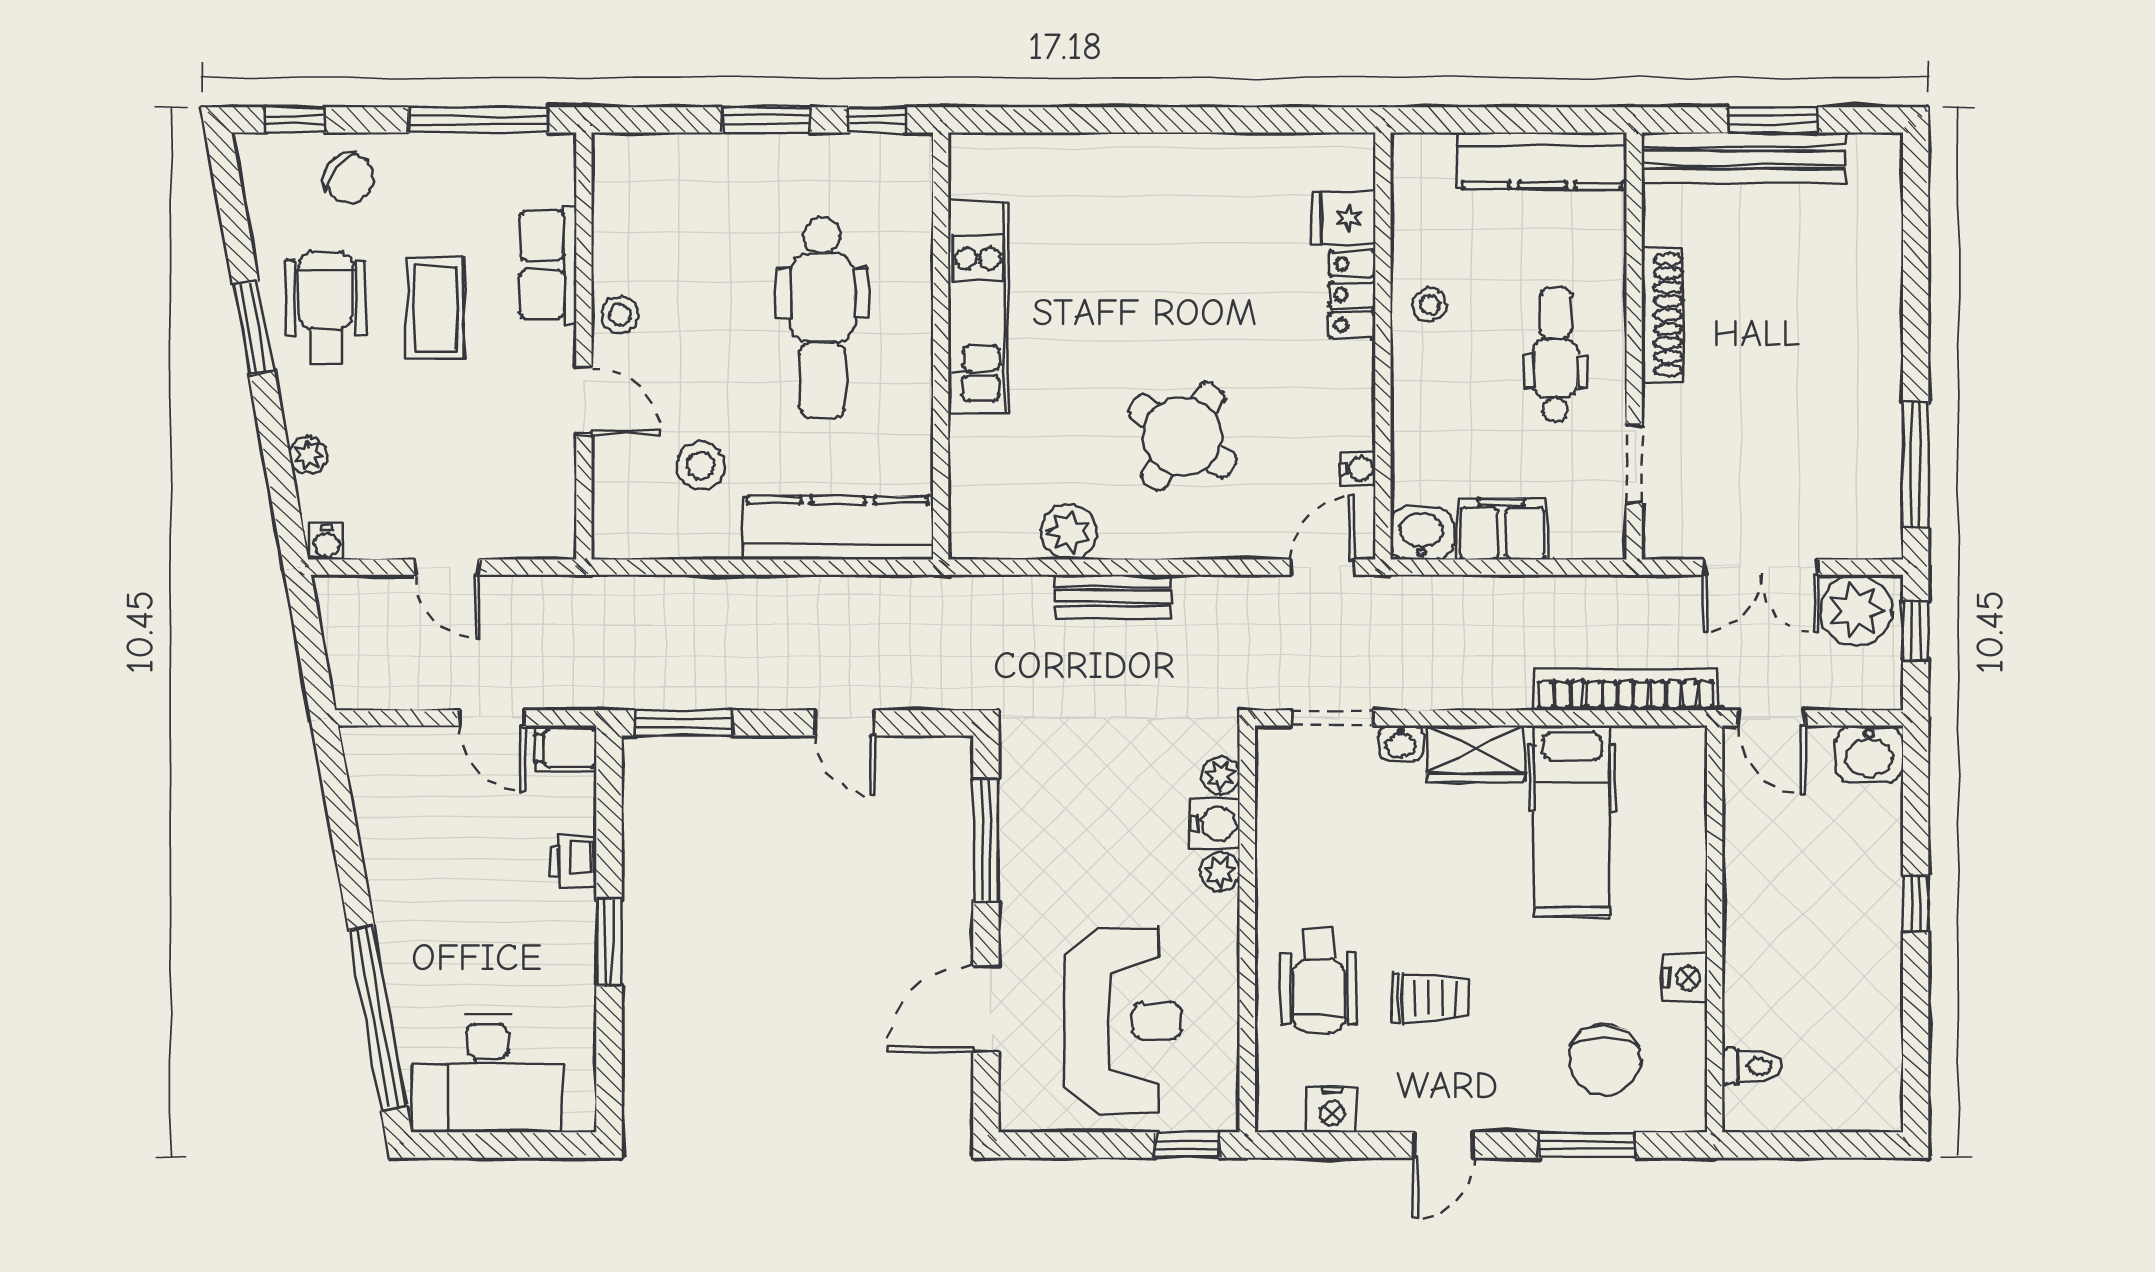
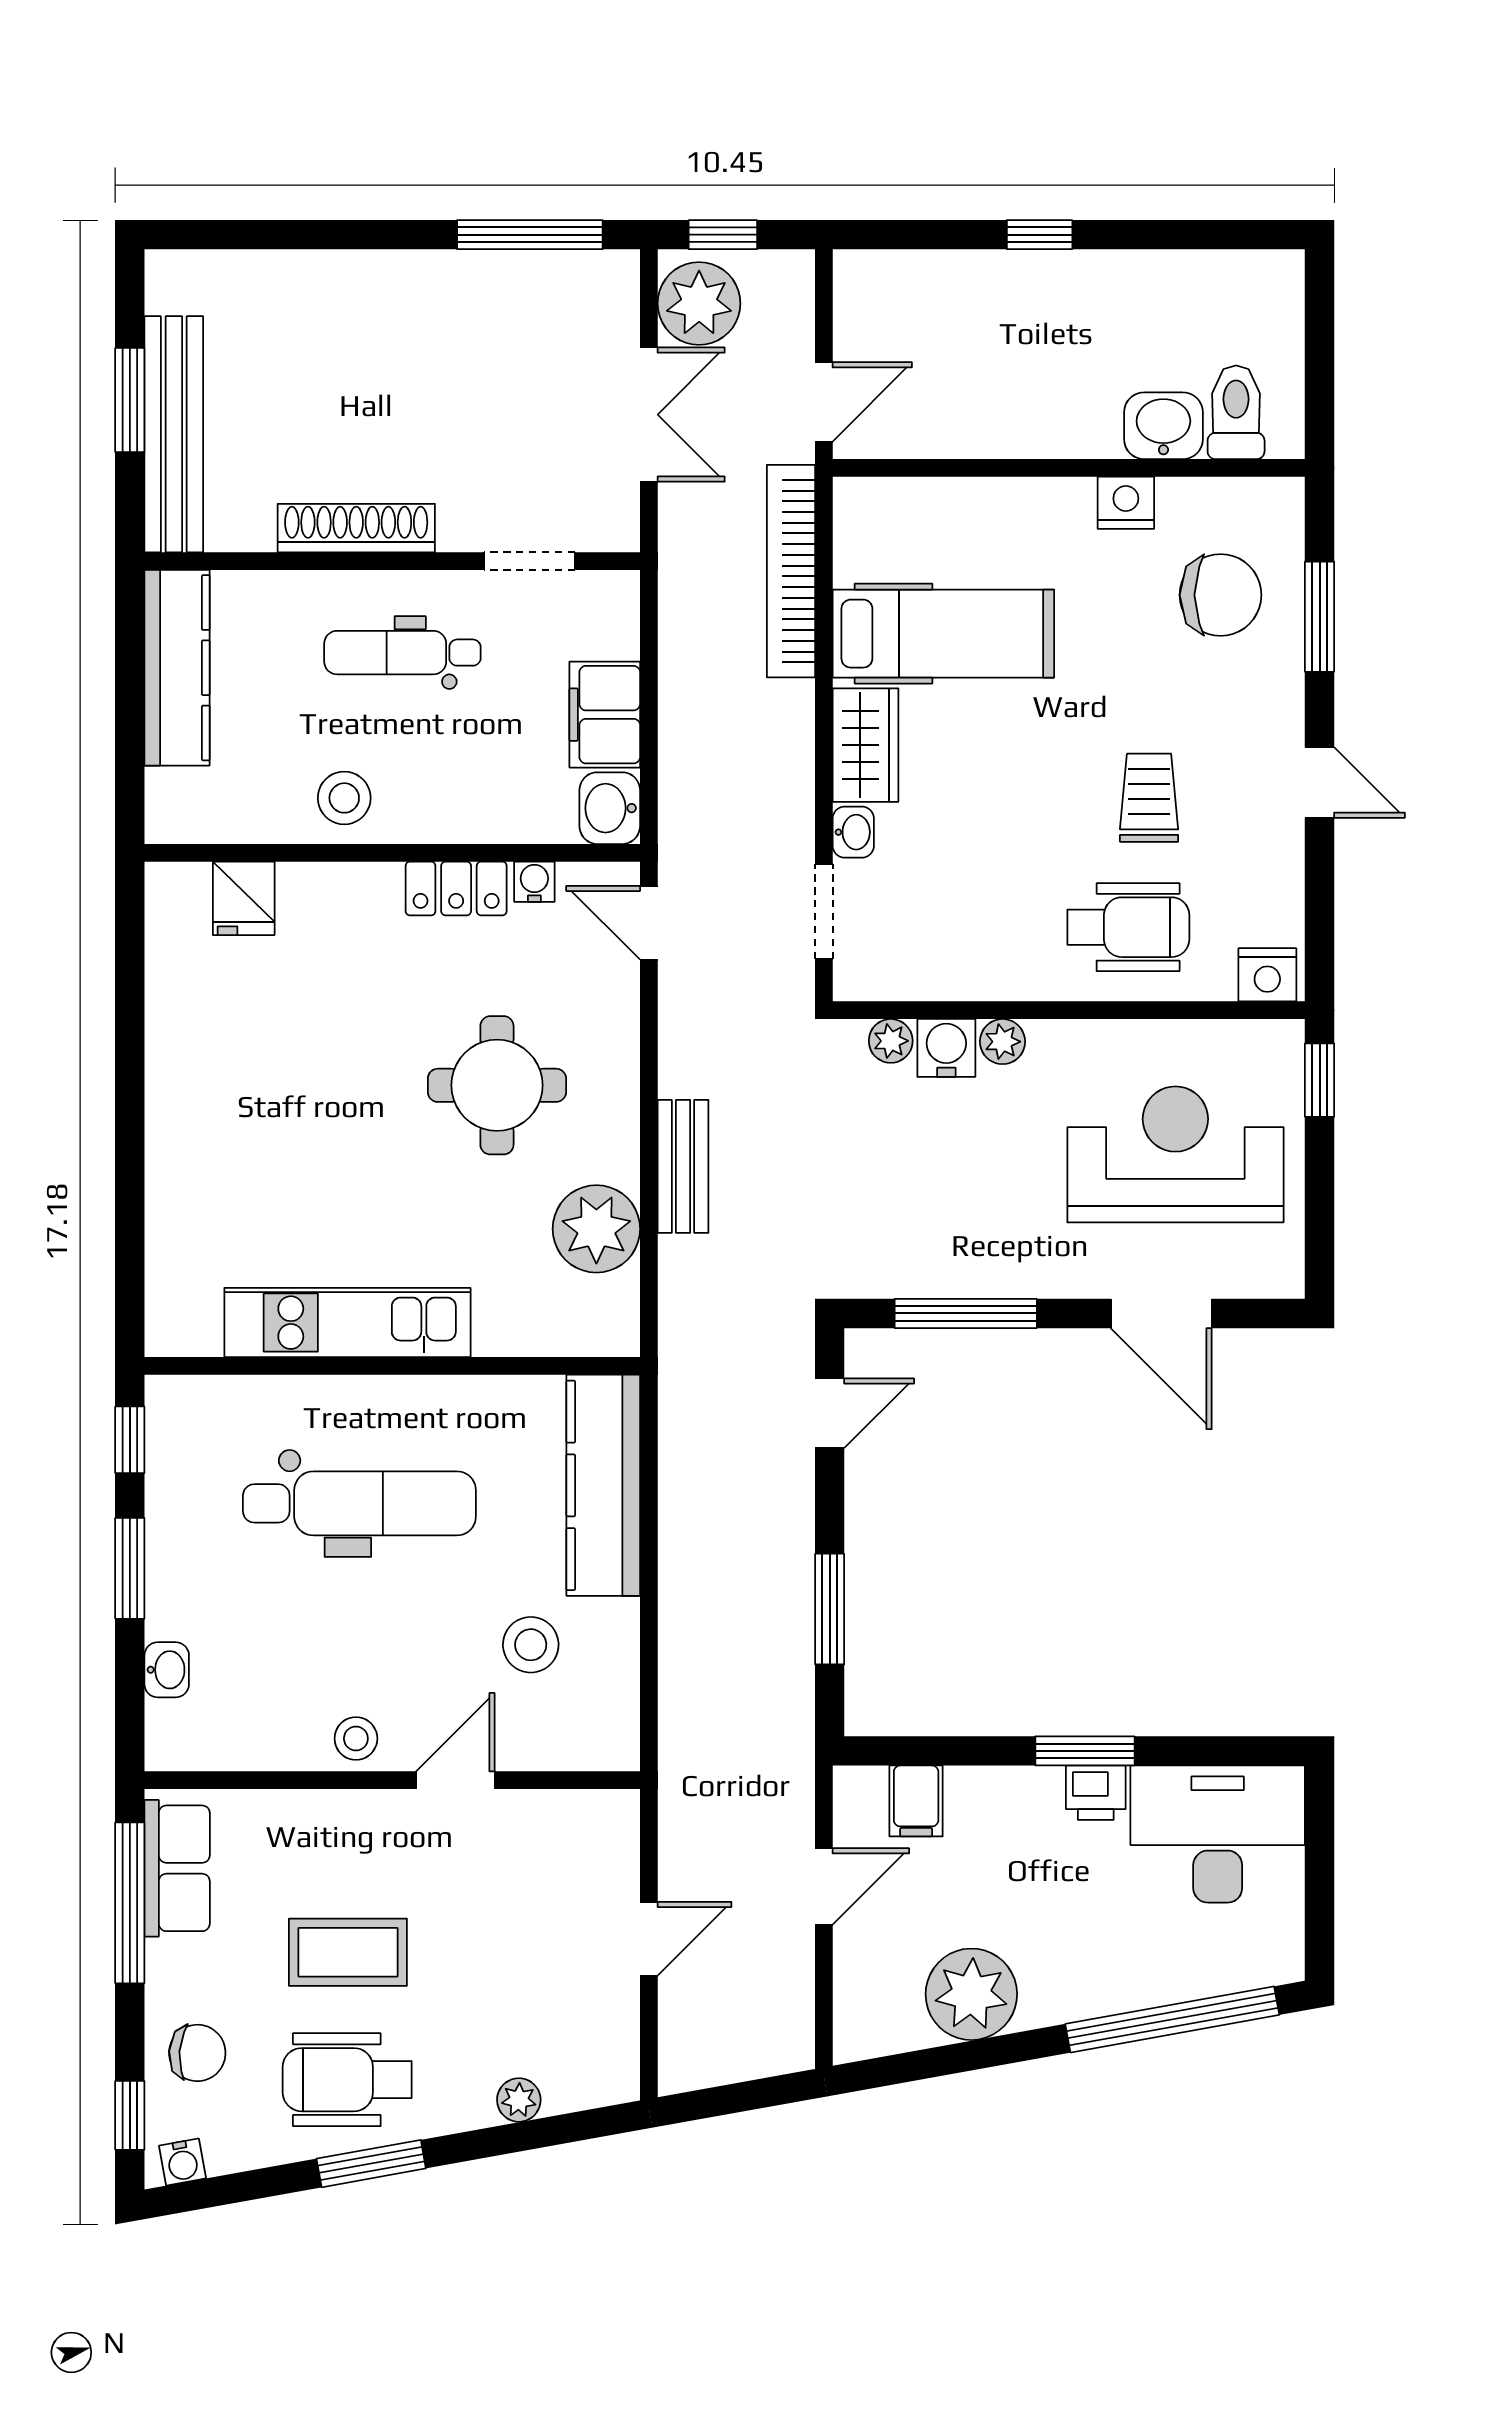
washbasin: (679, 152) -> (167, 1670), added
chair: (349, 178) -> (197, 2053), turned 58
row of seats: (548, 265) -> (177, 1868), moved, turned -90
locker: (1352, 295) -> (456, 888), moved
stool: (1430, 305) -> (344, 798), width x1.37, depth x1.37
round table: (1183, 436) -> (497, 1085), turned -34
plant: (1069, 532) -> (596, 1229), width x1.36, depth x1.36
water cooler: (327, 542) -> (182, 2162), moved, turned 80
window: (684, 723) -> (830, 1609), moved
door: (845, 723) -> (830, 1413), moved
filing cabinet: (566, 748) -> (916, 1801), moved
washbasin: (1869, 754) -> (1163, 426), moved, turned -90
plant: (399, 845) -> (971, 1994), added
printer: (573, 862) -> (1096, 1793), moved
toilet: (1751, 1066) -> (1236, 412), width x1.37, depth x1.39
desk: (487, 1073) -> (1218, 1834), moved, turned -90
nightstand: (1332, 1110) -> (1267, 975), moved, turned 90

